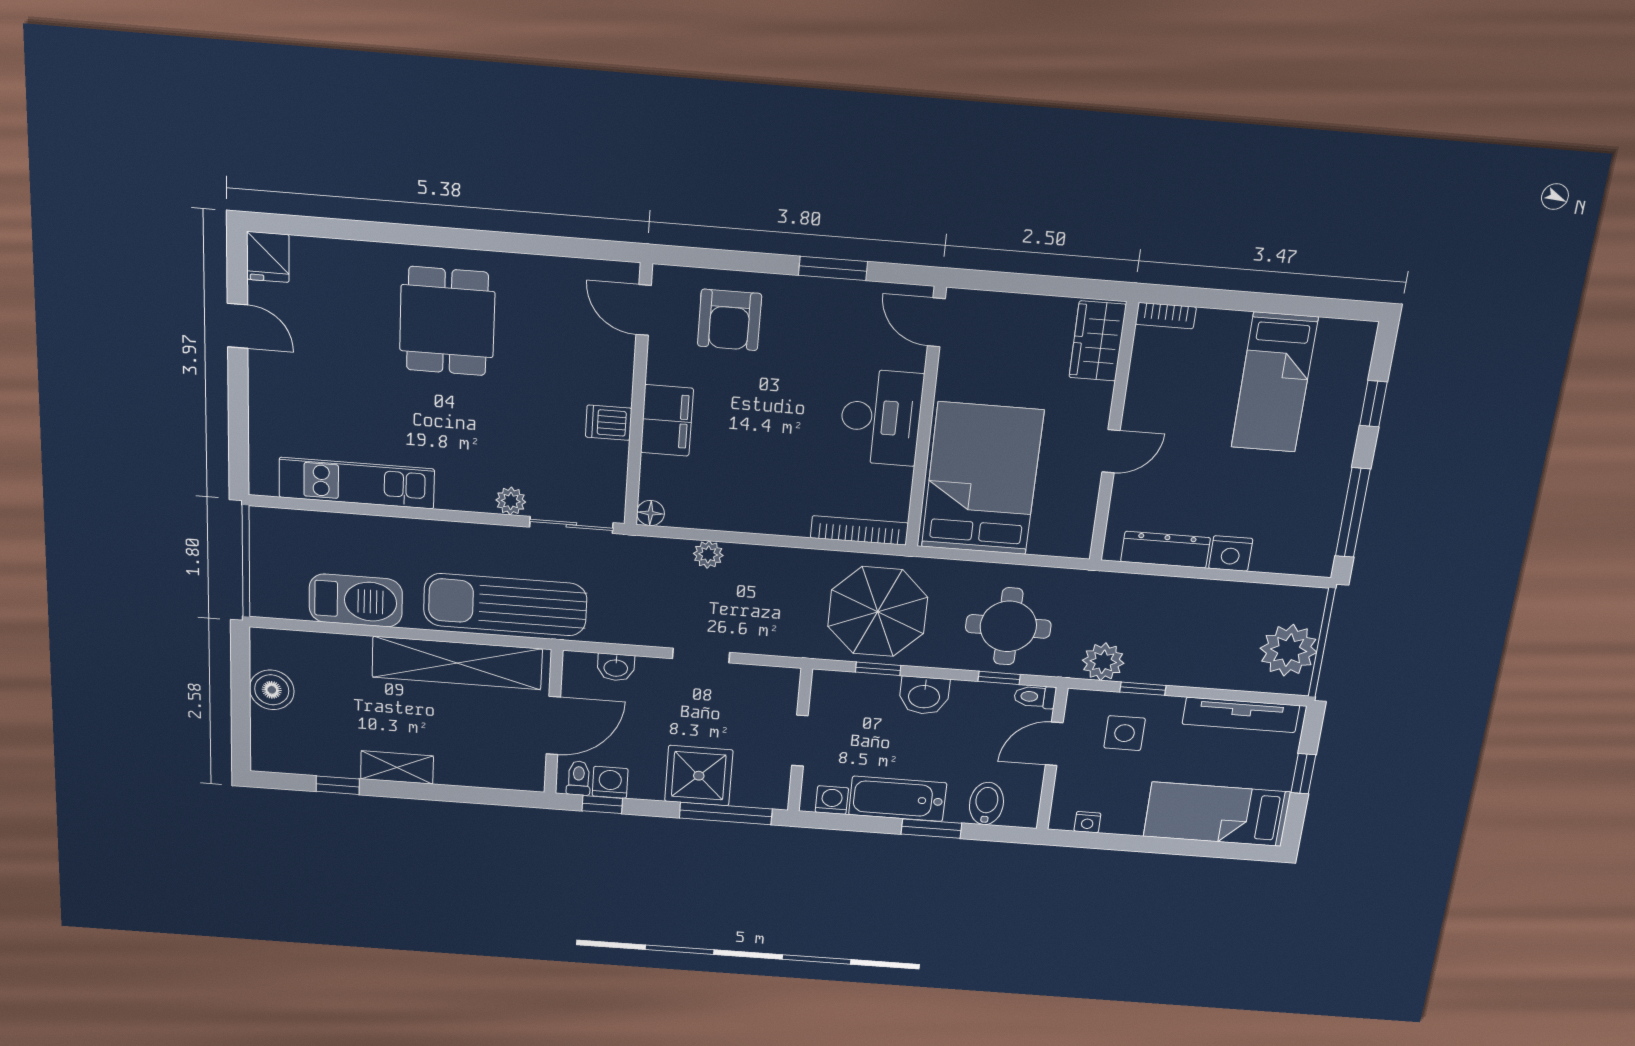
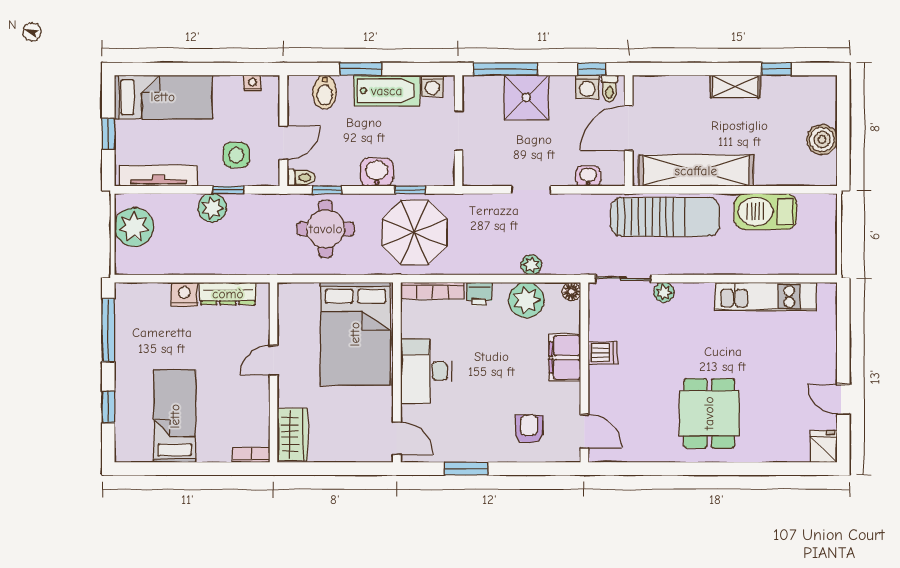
armchair: (729, 320) -> (529, 429), width x0.72, depth x0.72
plant: (719, 506) -> (526, 300), added
printer: (790, 520) -> (479, 294), added
plant: (1103, 662) -> (212, 208), moved

